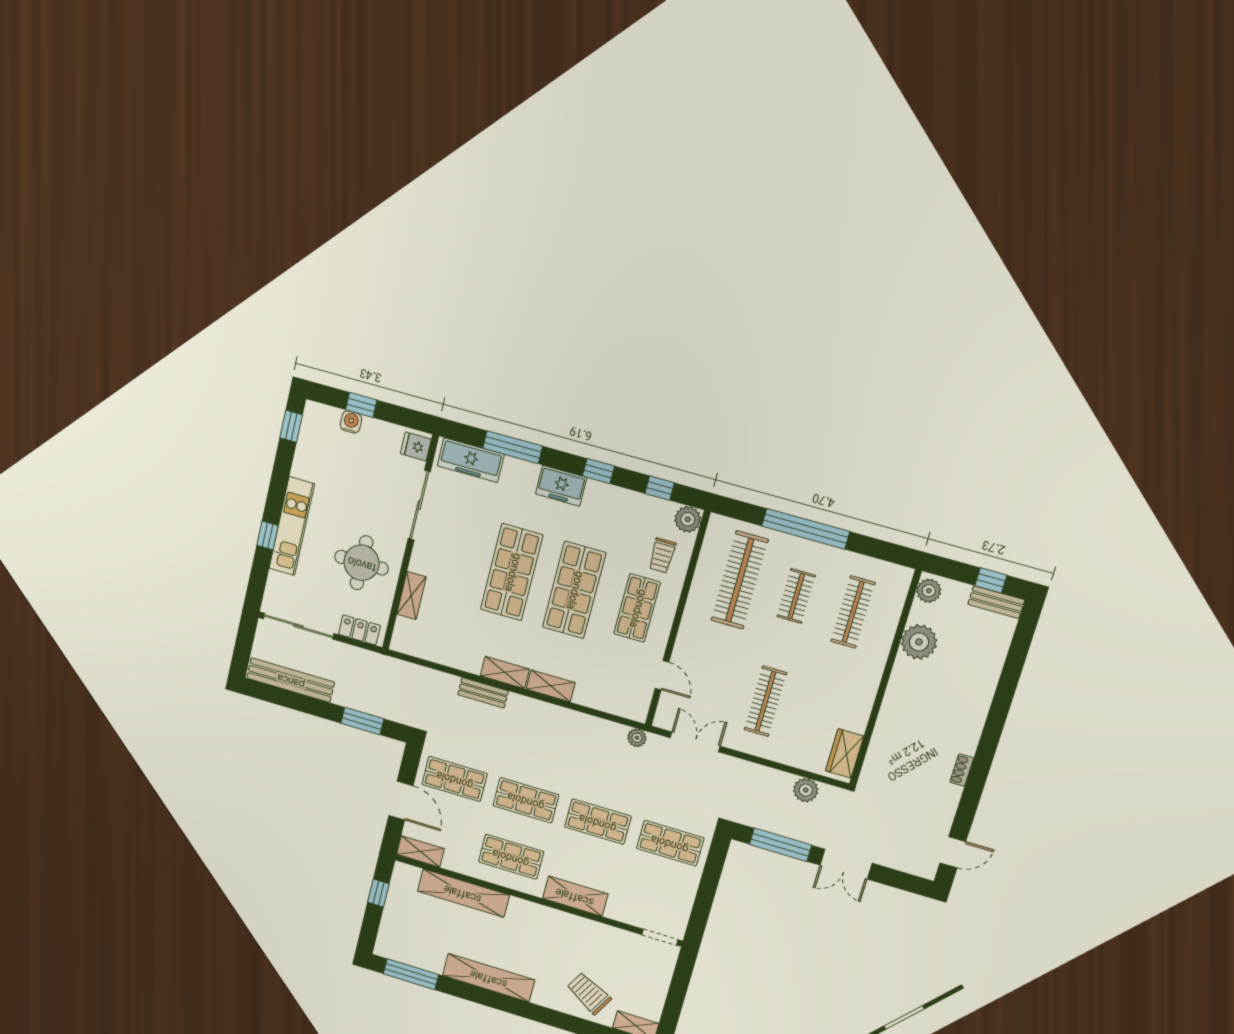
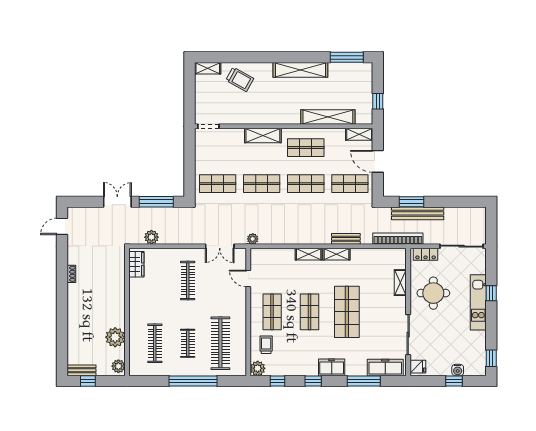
shop shelf: (574, 590) -> (309, 312), width x0.70, depth x0.74
bookcase: (398, 668) -> (398, 239), added
bench: (291, 680) -> (418, 213), moved

